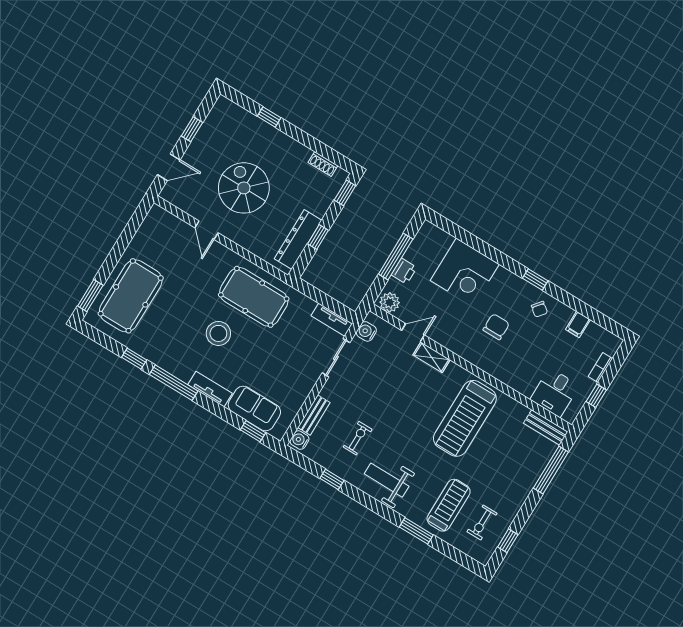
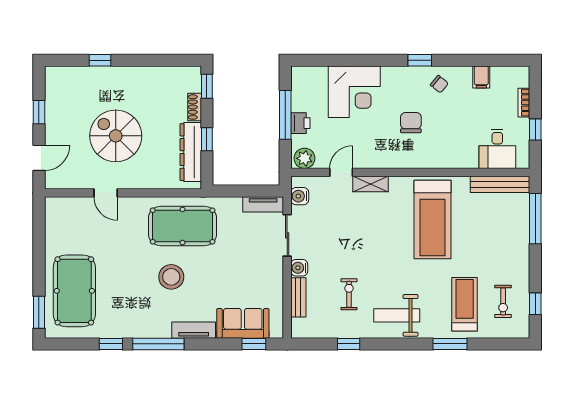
shoe rack: (323, 164) -> (195, 107), moved, turned 90
bench: (546, 427) -> (500, 184), width x1.36
water cooler: (300, 440) -> (299, 268), moved

